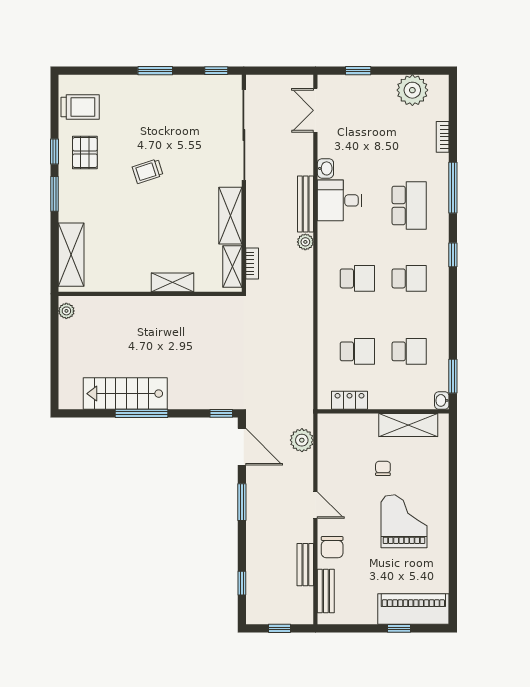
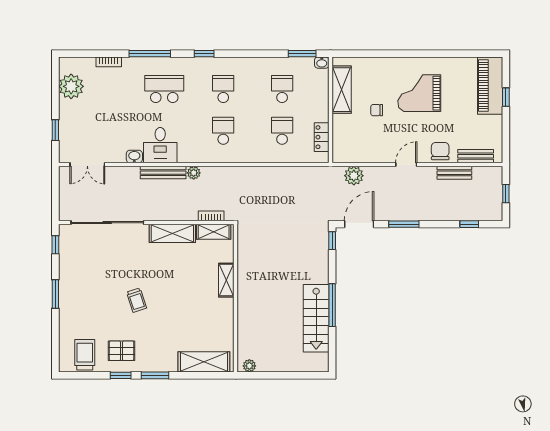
chair: (332, 547) -> (440, 151), turned -90

